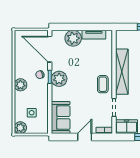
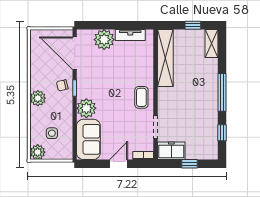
shelving: (122, 72) -> (165, 58), moved
plant: (59, 79) -> (86, 108), moved

